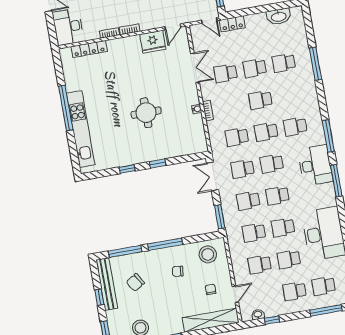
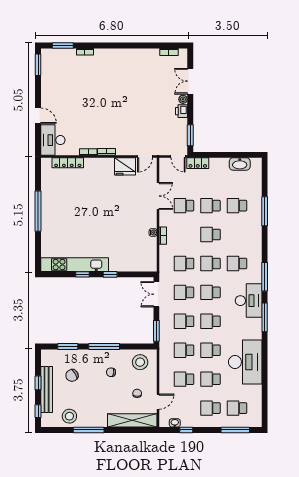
round table: (146, 113) -> (108, 228), removed
kitchen unit: (81, 129) -> (75, 265), moved, turned -90
window: (125, 251) -> (68, 347), width x0.69
bench: (107, 284) -> (47, 389), moved

